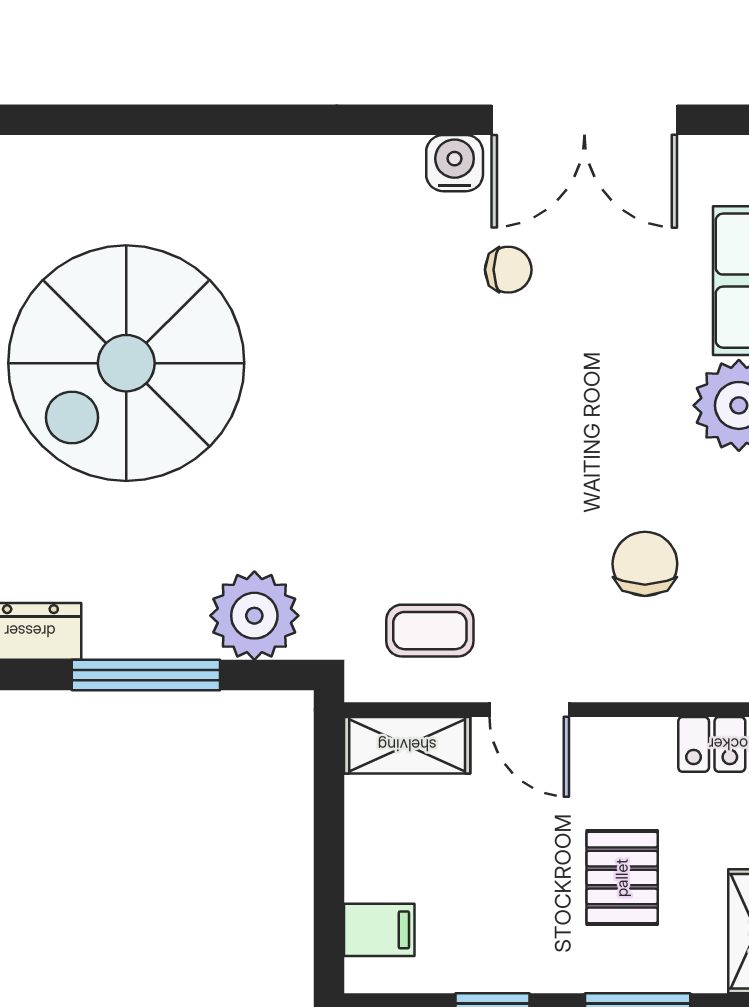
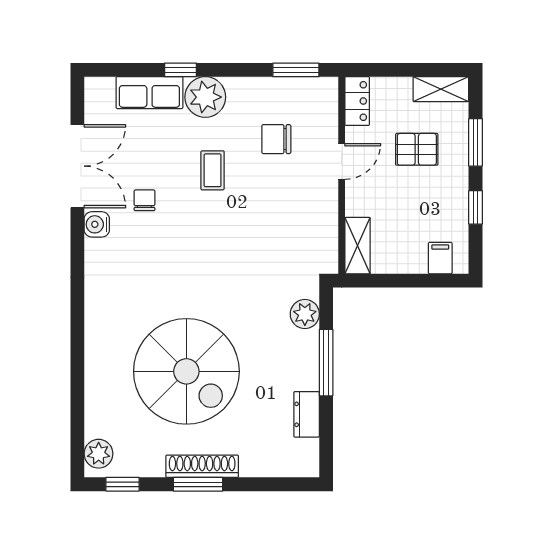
plant: (254, 616) -> (305, 314), width x0.73, depth x0.73
coffee table: (430, 631) -> (213, 170), moved
door: (529, 710) -> (342, 161), moved

